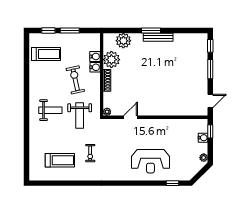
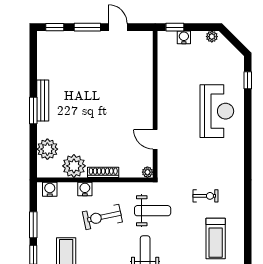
water cooler: (95, 56) -> (50, 189), moved
door: (210, 101) -> (118, 27), moved
treadmill: (60, 160) -> (216, 238), turned 180

